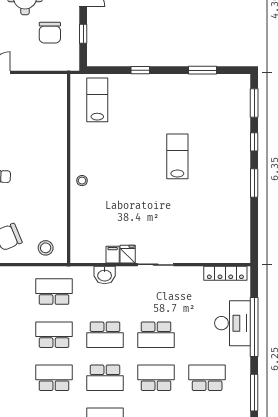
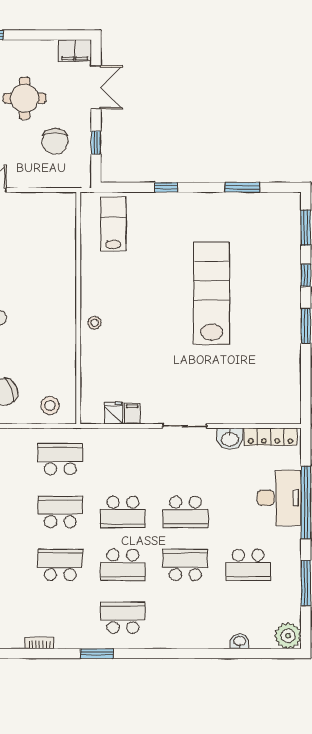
lab bench: (177, 156) -> (212, 293), width x1.86, depth x1.39
fridge: (128, 254) -> (114, 413), moved
washbasin: (105, 275) -> (230, 439), moved
school desk: (207, 378) -> (248, 565), turned 180

